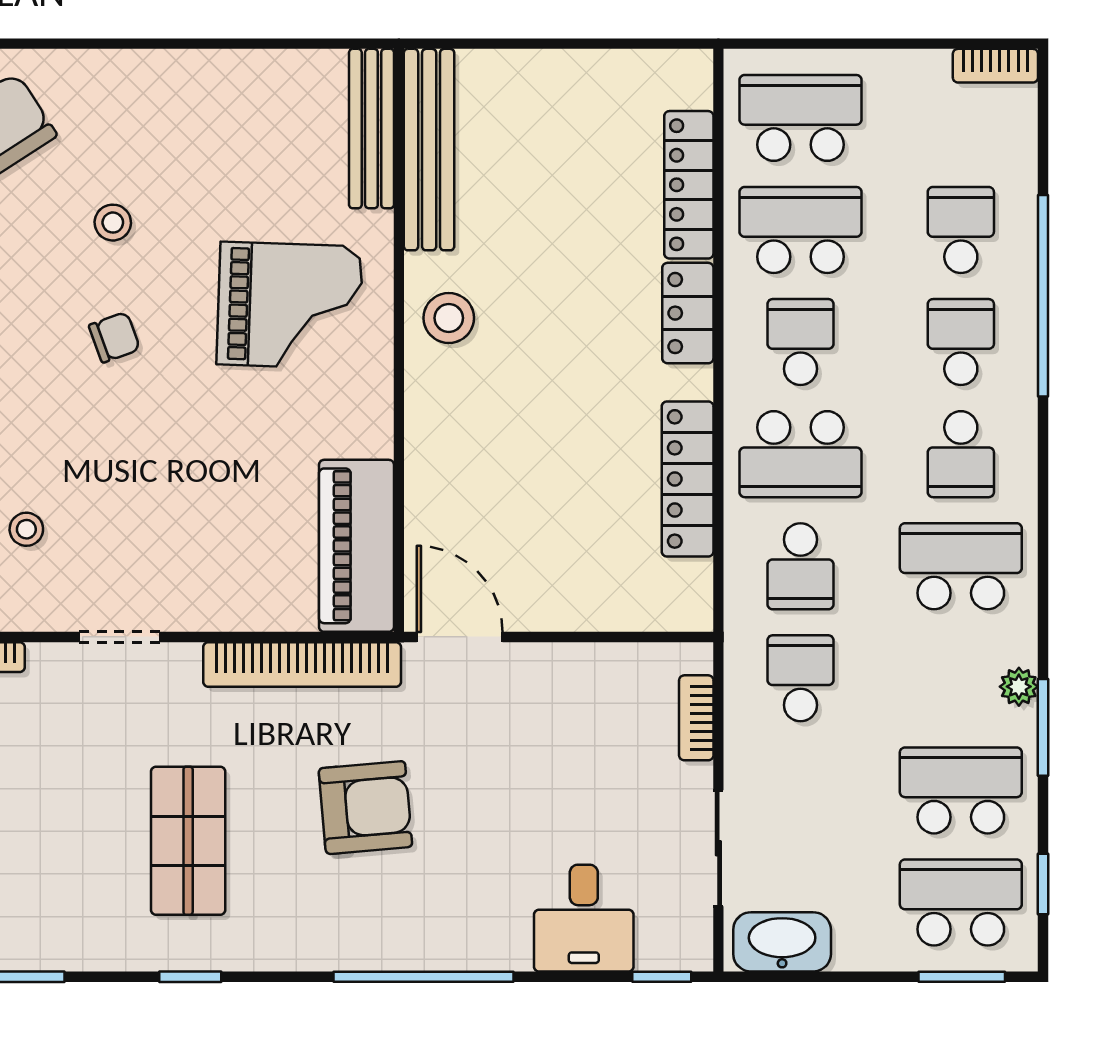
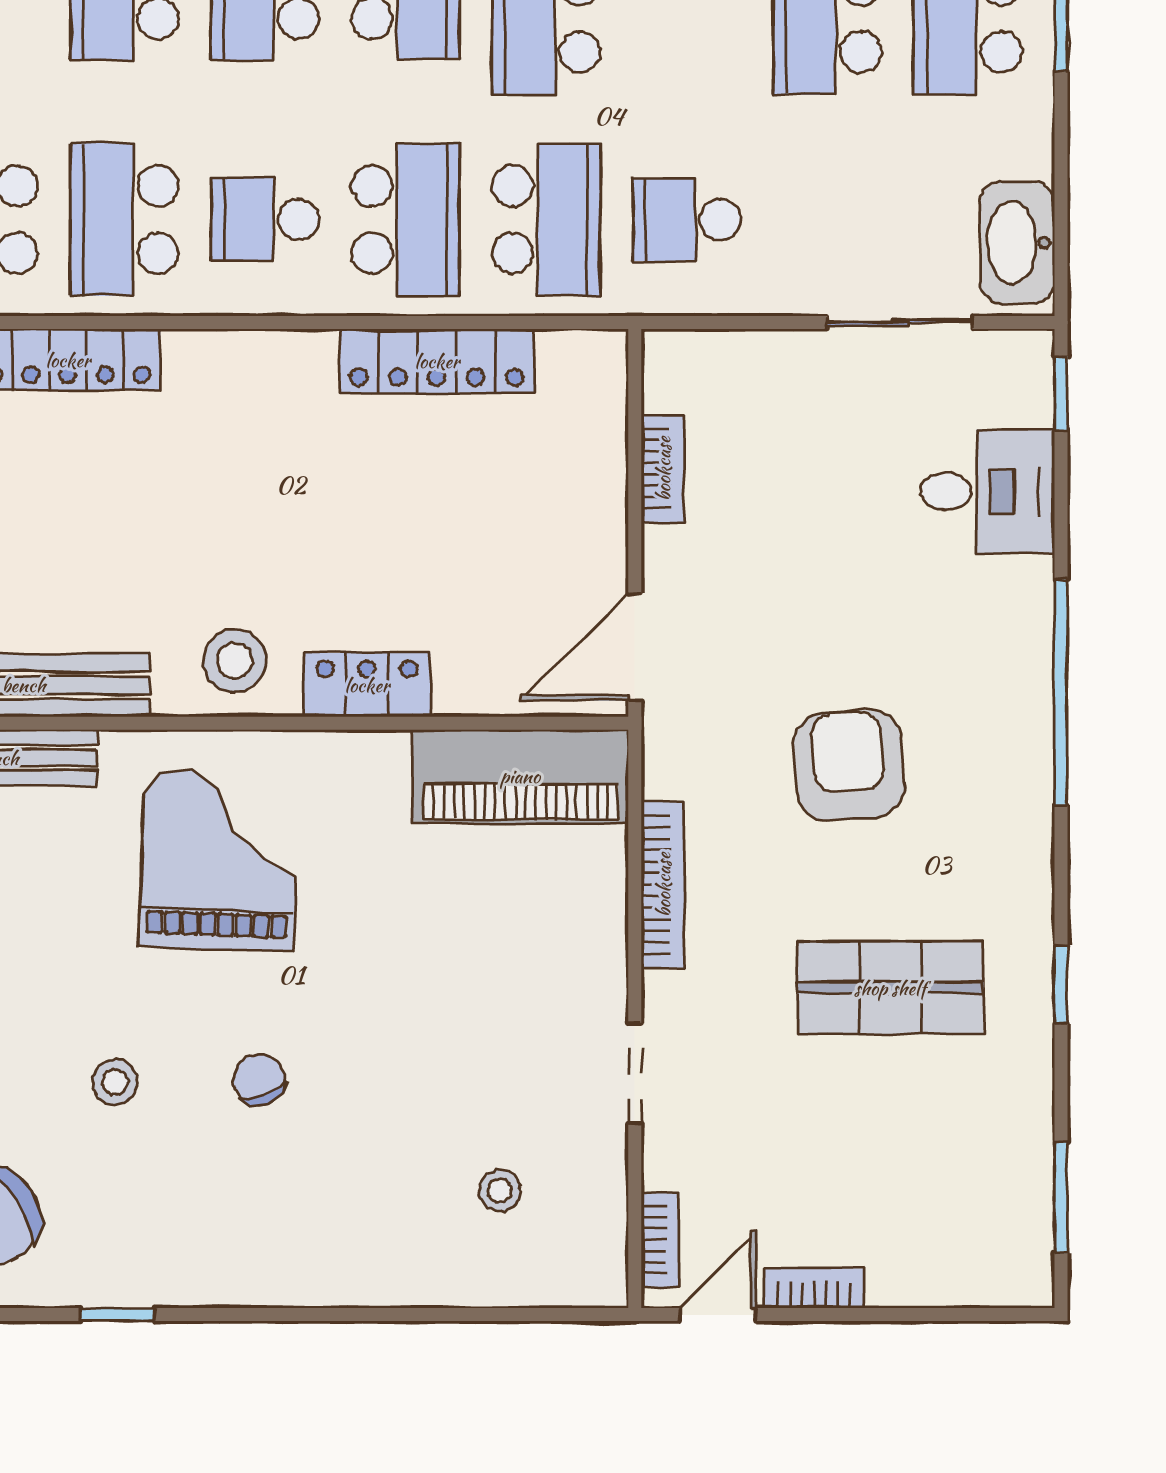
locker: (688, 313) -> (367, 685), moved, turned 180
school desk: (800, 566) -> (546, 220), width x1.85
bookcase: (302, 664) -> (663, 885), width x0.68, depth x0.76
bookcase: (696, 718) -> (663, 469), moved, turned -90

